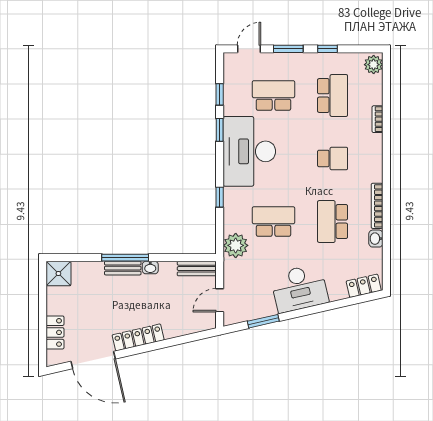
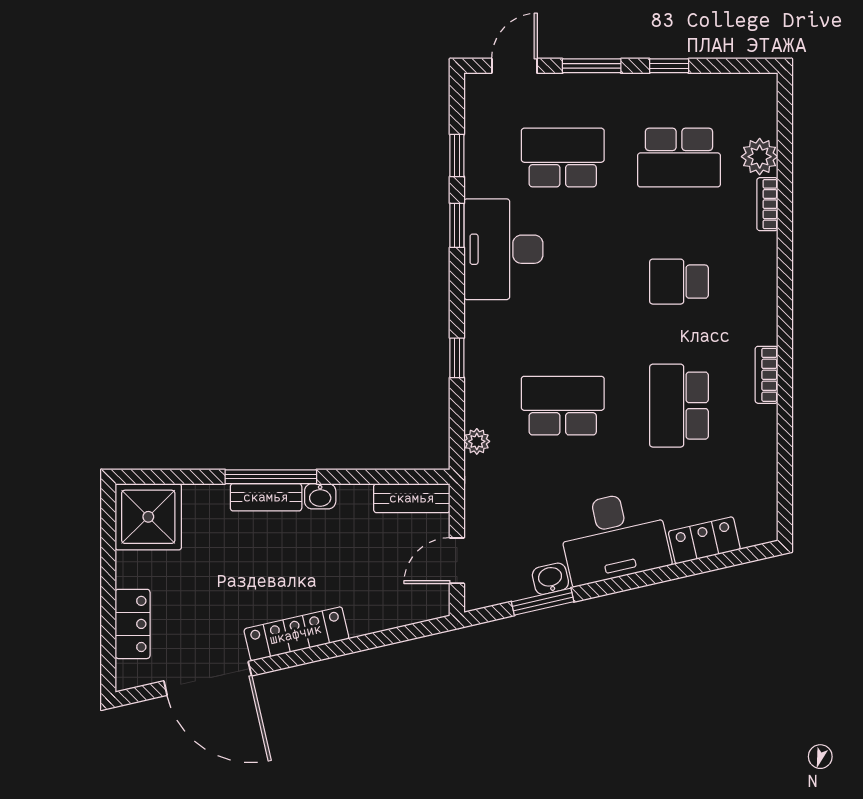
plant: (374, 65) -> (760, 157), moved
school desk: (333, 95) -> (679, 158), turned 90
desk: (249, 151) -> (503, 249), width x0.73, depth x0.77
school desk: (333, 158) -> (679, 282), turned 180
bookcase: (377, 206) -> (767, 375), width x0.64
washbasin: (376, 239) -> (550, 579), moved, turned 77
plant: (236, 245) -> (477, 441), width x0.53, depth x0.53
shower: (58, 274) -> (148, 517), width x1.36, depth x1.36
locker: (364, 286) -> (704, 540), moved

